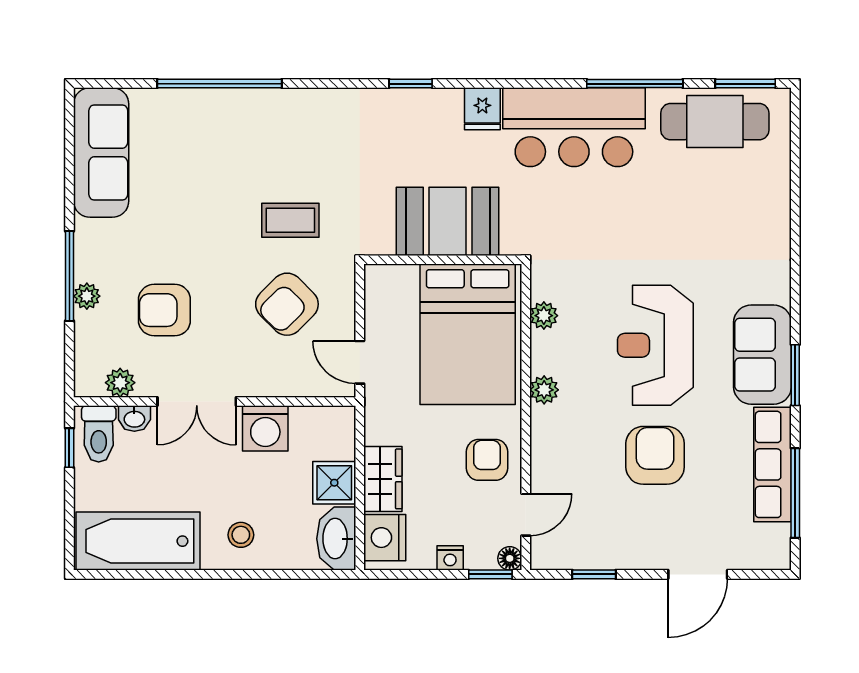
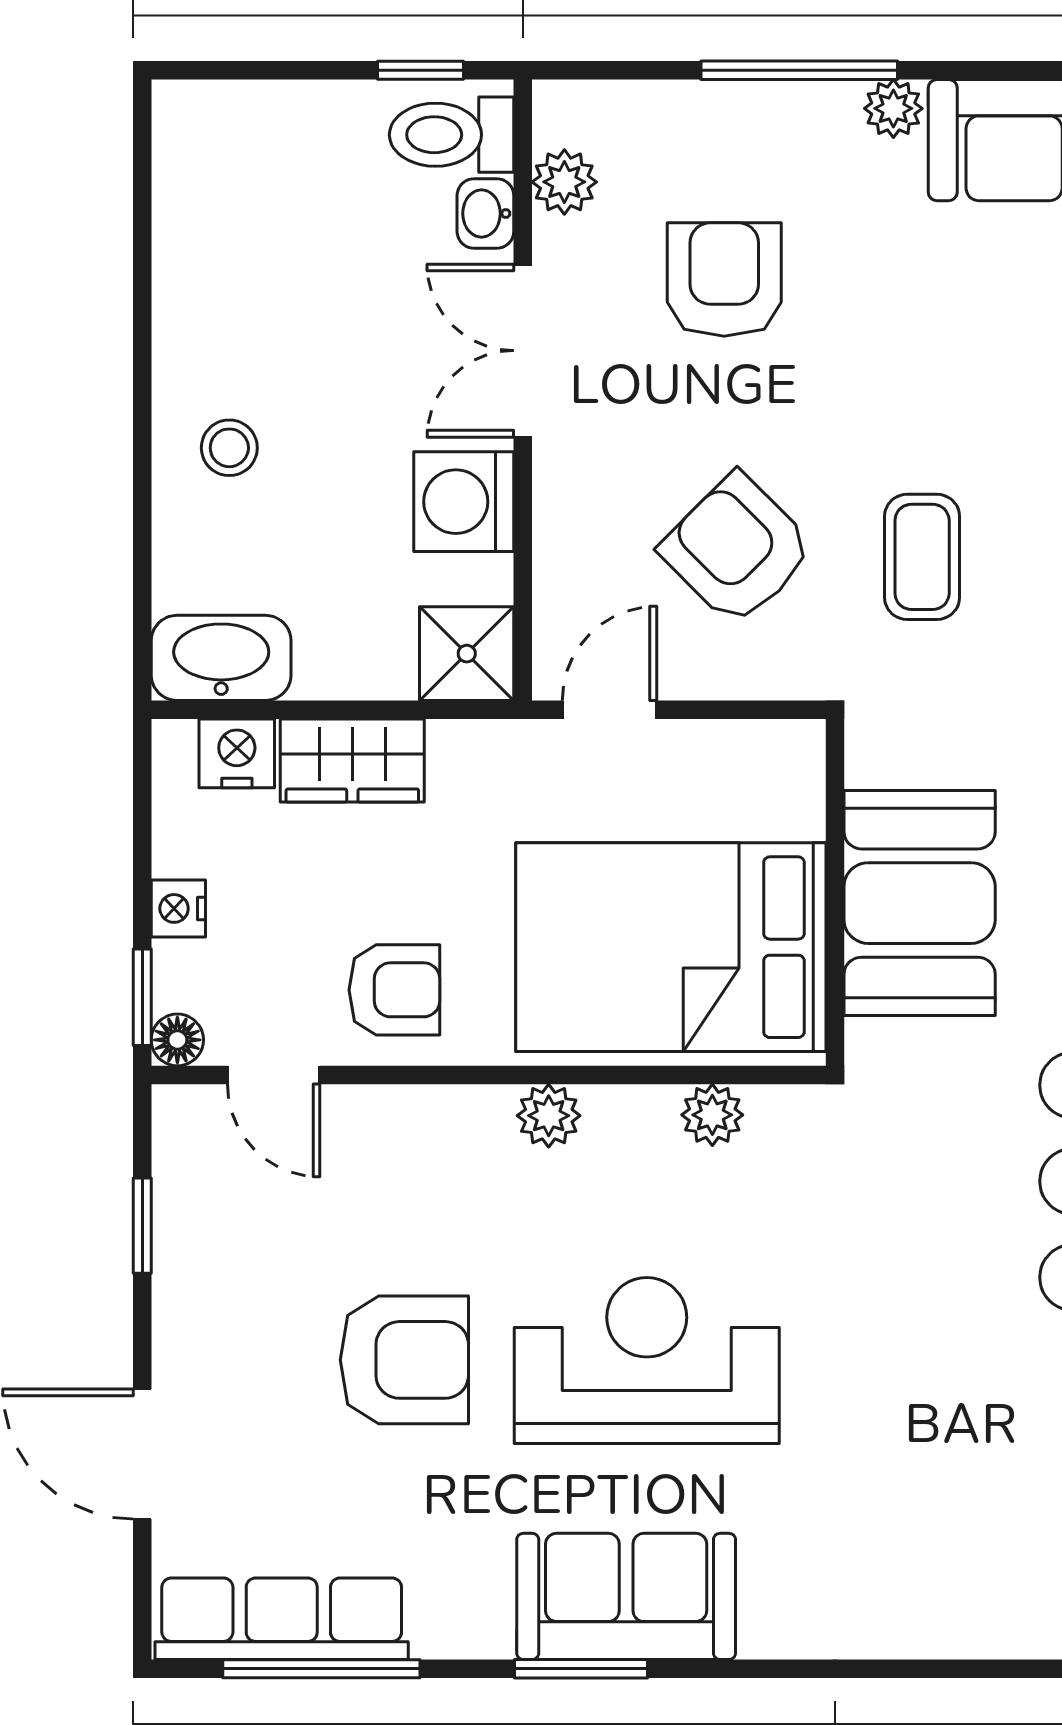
plant: (87, 296) -> (893, 108), moved
row of seats: (773, 464) -> (282, 1619), moved
shower: (334, 483) -> (467, 654), moved
nightstand: (385, 538) -> (237, 753), width x0.74, depth x0.75
bathtub: (138, 541) -> (215, 221), removed

